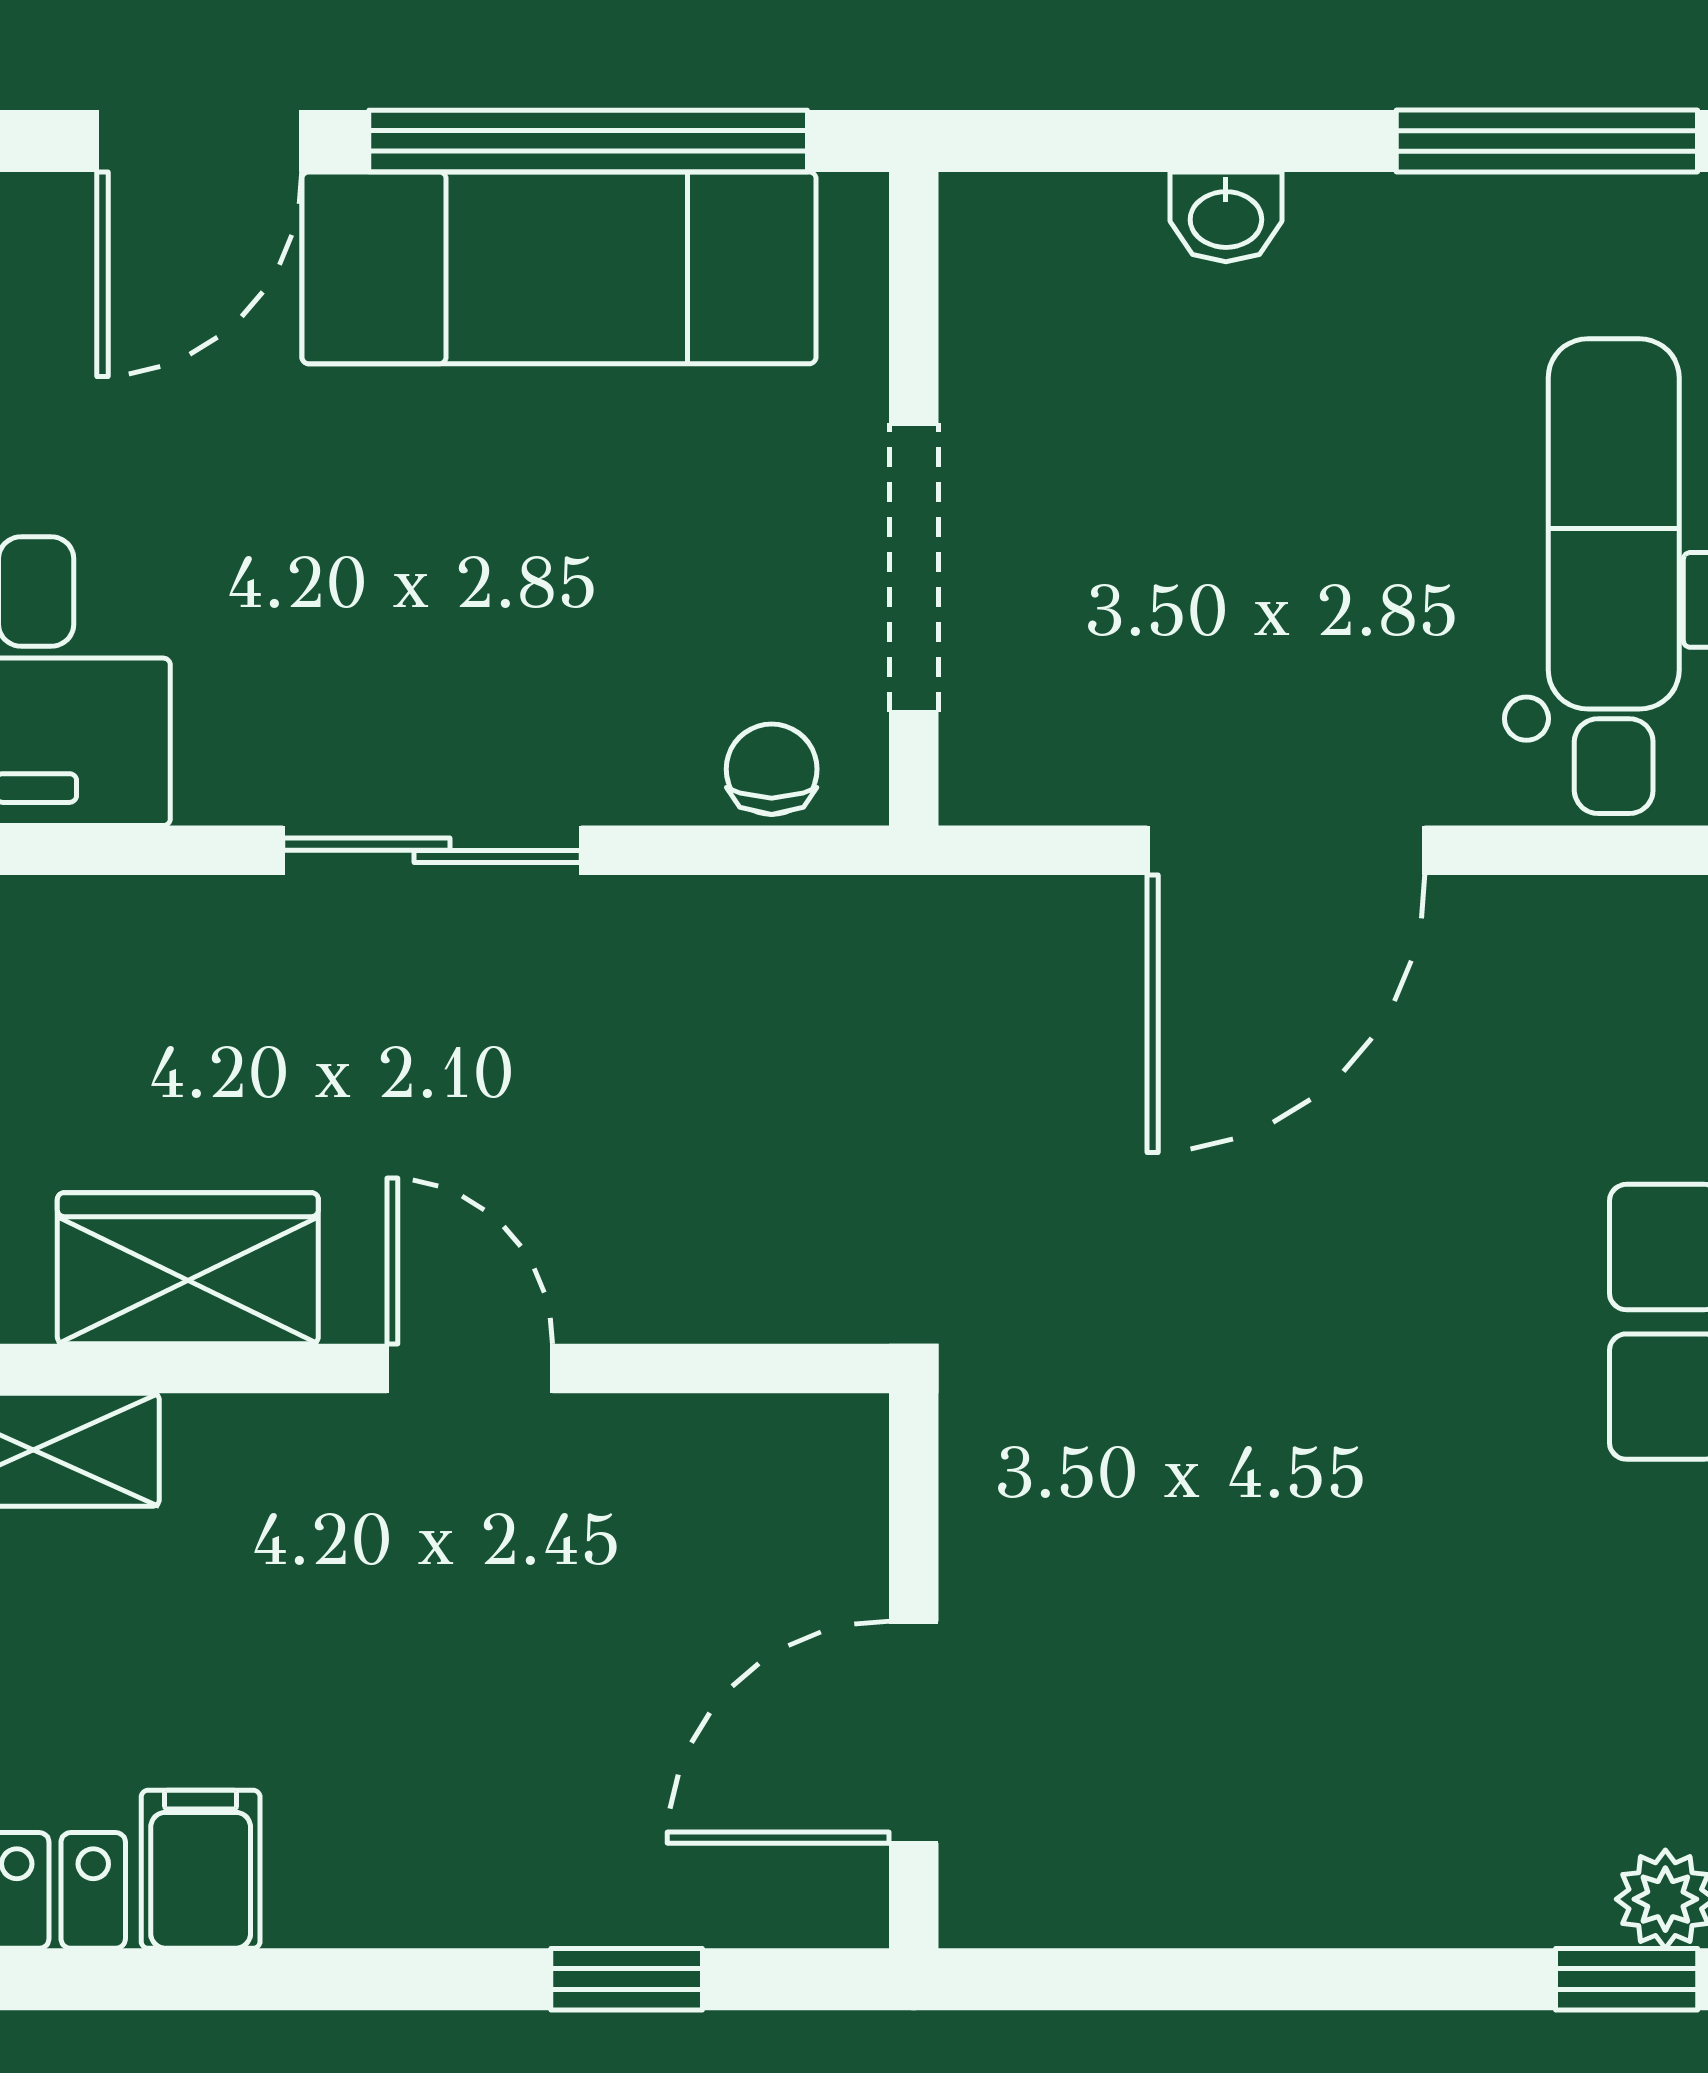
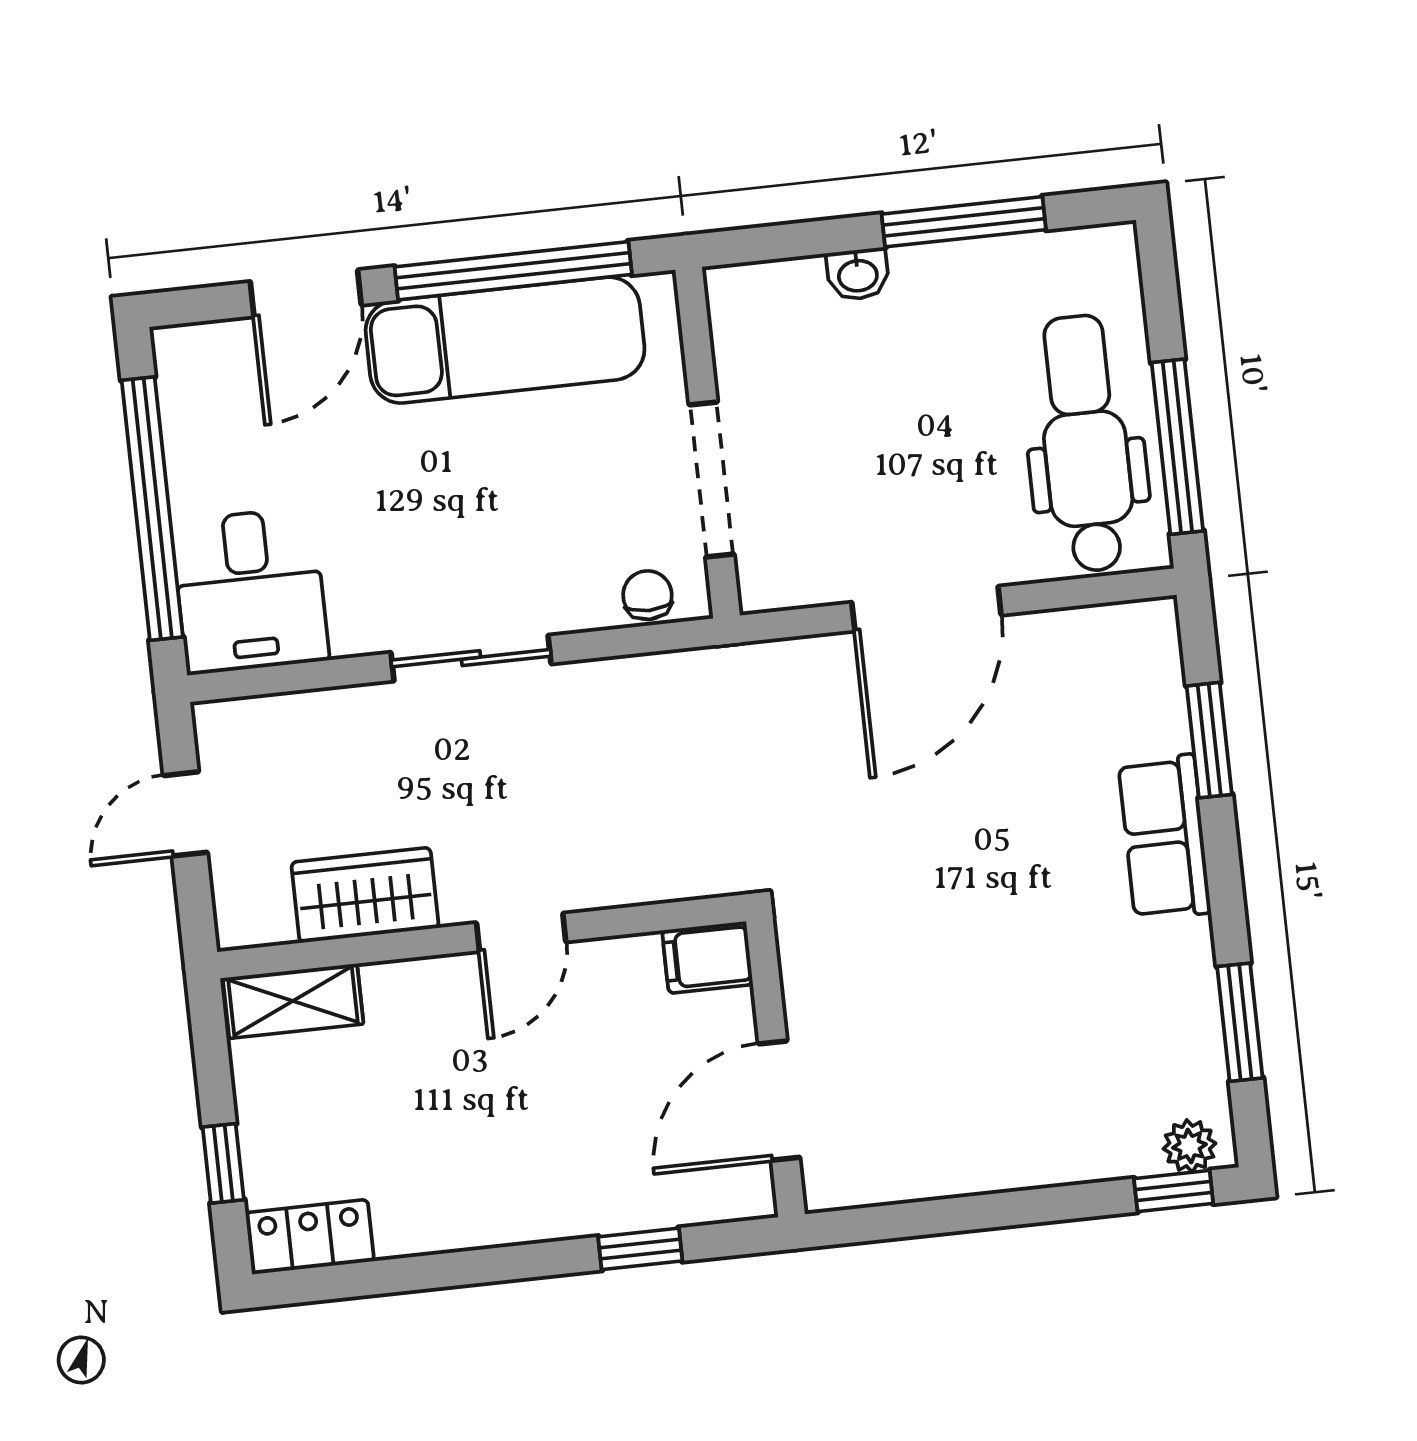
window: (1547, 141) -> (964, 222), moved
door: (470, 1368) -> (521, 932), swing flipped
filing cabinet: (201, 1869) -> (708, 957), moved, turned -90

